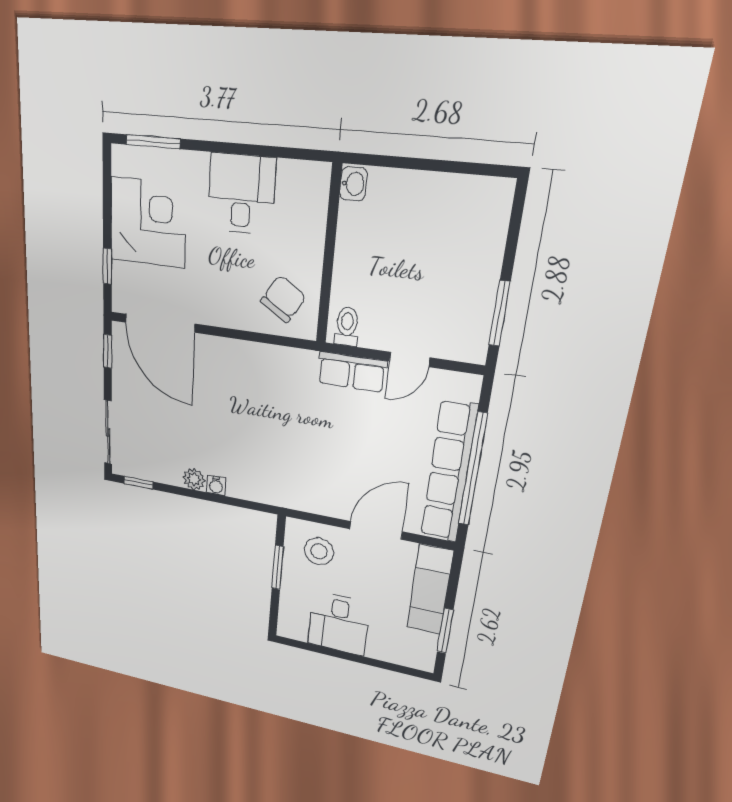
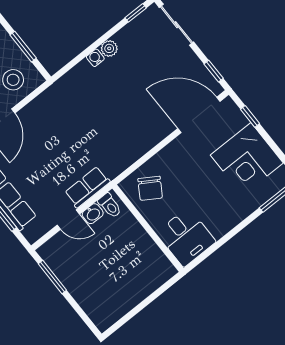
washbasin: (353, 184) -> (93, 214), moved, turned -90
desk: (241, 194) -> (186, 237), moved
door: (410, 359) -> (68, 220), swing flipped

